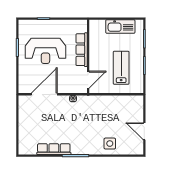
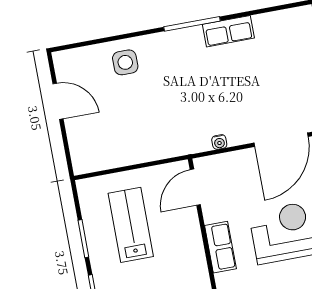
row of seats: (82, 50) -> (220, 247), width x0.68
lab bench: (121, 68) -> (131, 225), turned 180
row of seats: (54, 149) -> (228, 31), width x0.68

